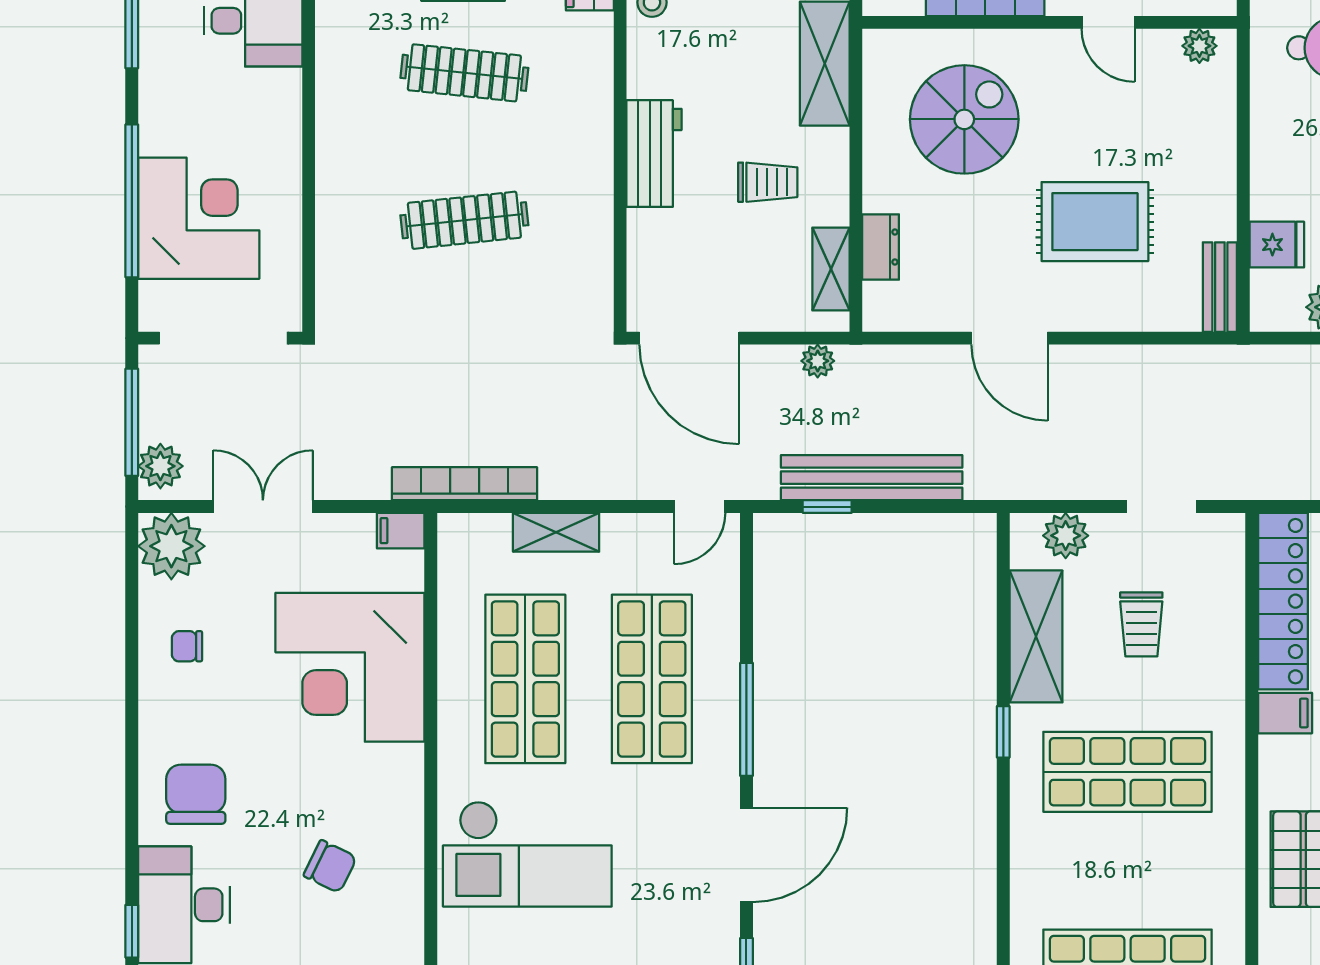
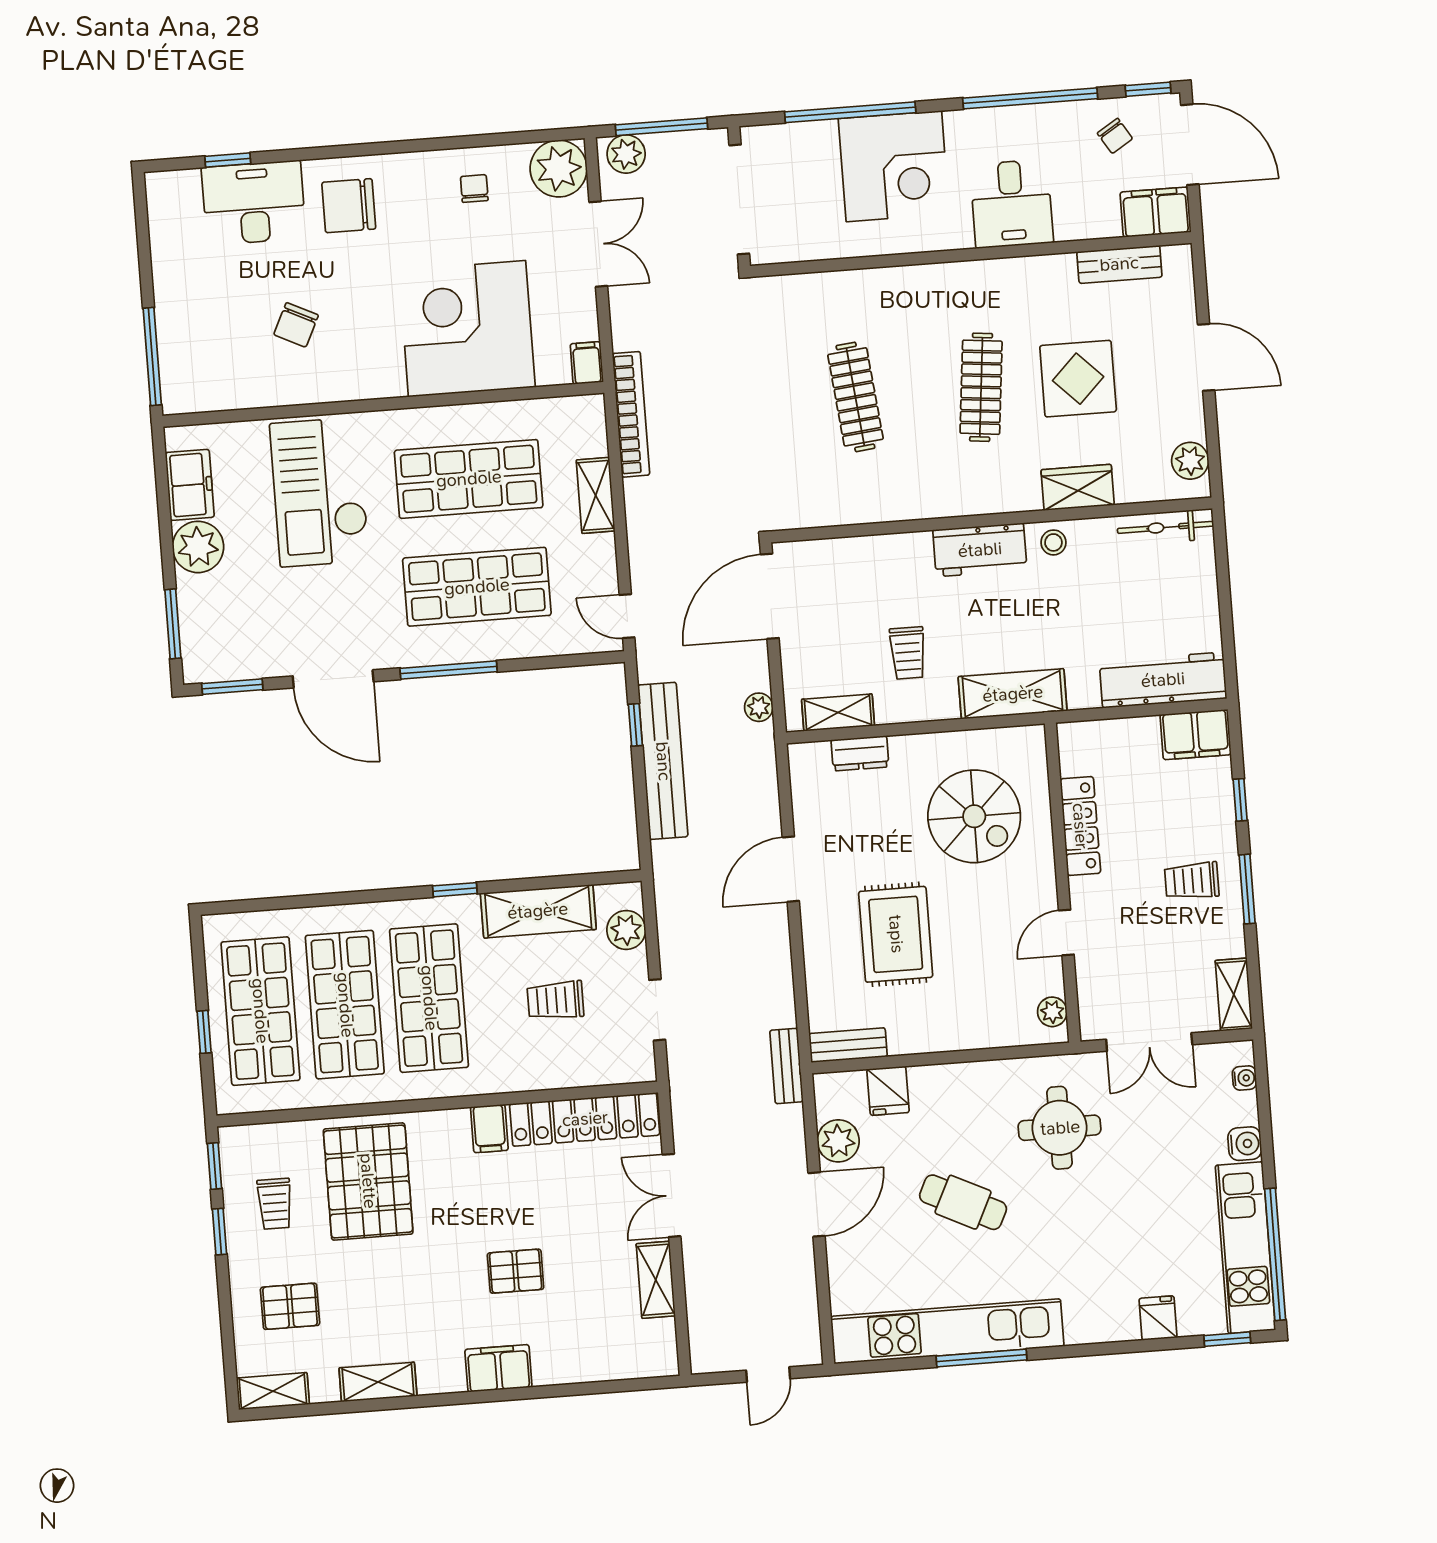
workbench: (654, 154) -> (980, 550), moved
corner desk: (199, 218) -> (894, 166), moved
bench: (1239, 361) -> (786, 1066), added
chair: (196, 794) -> (349, 206), turned 180
shop shelf: (1127, 871) -> (345, 1005), added

